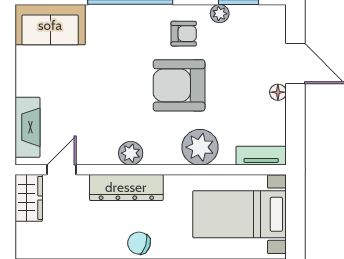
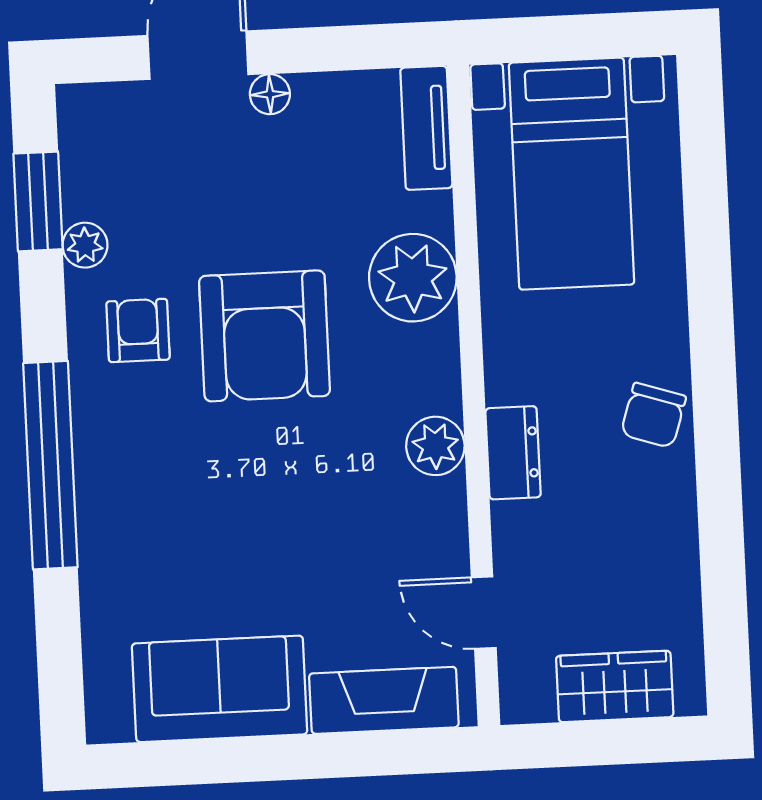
sofa: (50, 25) -> (220, 689), moved, turned -90
dresser: (126, 187) -> (513, 453), width x0.51, depth x0.80
wardrobe: (29, 198) -> (615, 686), moved

